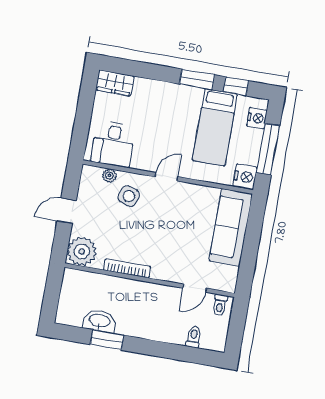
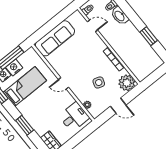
window: (197, 79) -> (25, 125), moved
nightstand: (245, 177) -> (14, 68), moved
side table: (129, 196) -> (99, 83), moved
washbasin: (99, 321) -> (120, 16), moved

